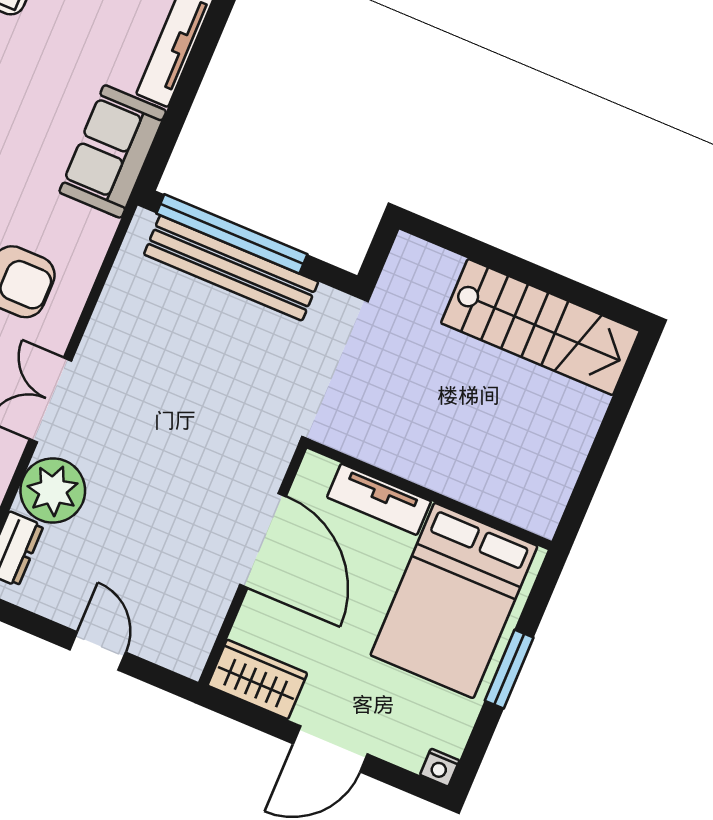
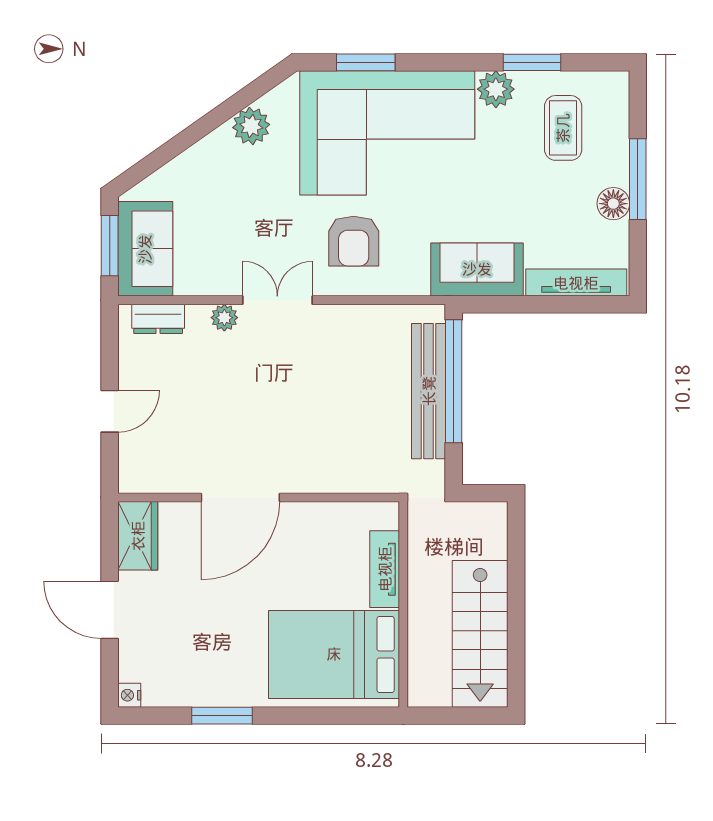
plant: (53, 490) -> (224, 318), width x0.53, depth x0.53
wall: (429, 495) -> (403, 604), moved
tv unit: (379, 499) -> (385, 569), moved
bed: (454, 600) -> (334, 654), moved

